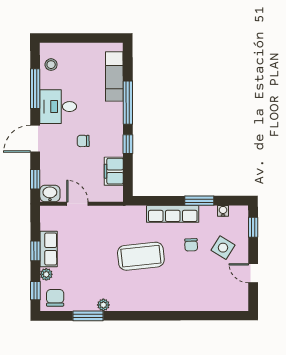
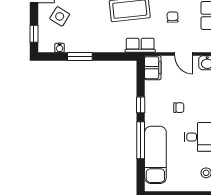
exam couch: (114, 77) -> (155, 155), width x1.36, depth x1.45
filing cabinet: (114, 171) -> (153, 68), moved
row of seats: (173, 214) -> (140, 45), moved, width x0.68
chair: (191, 245) -> (173, 17), moved

